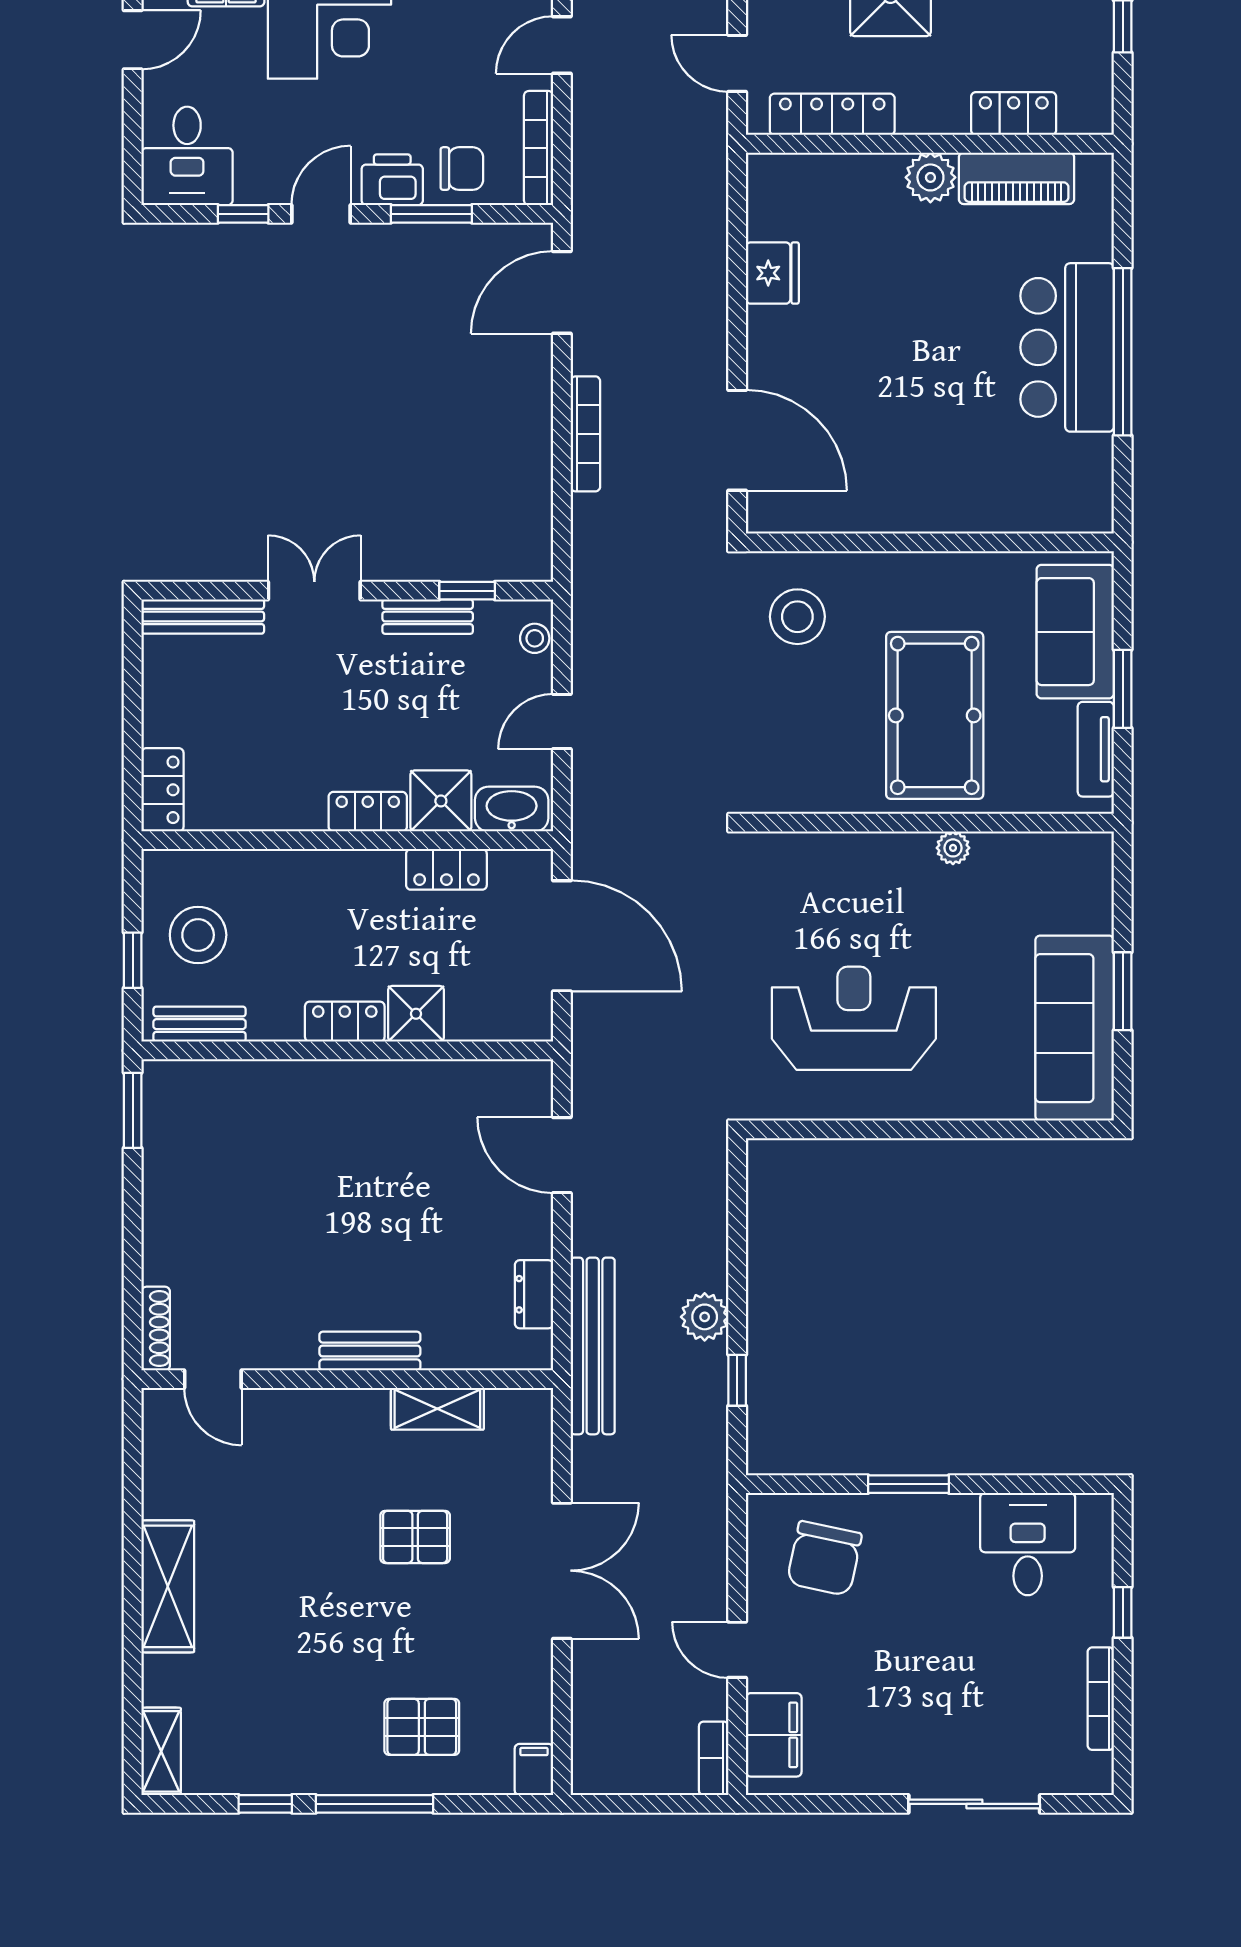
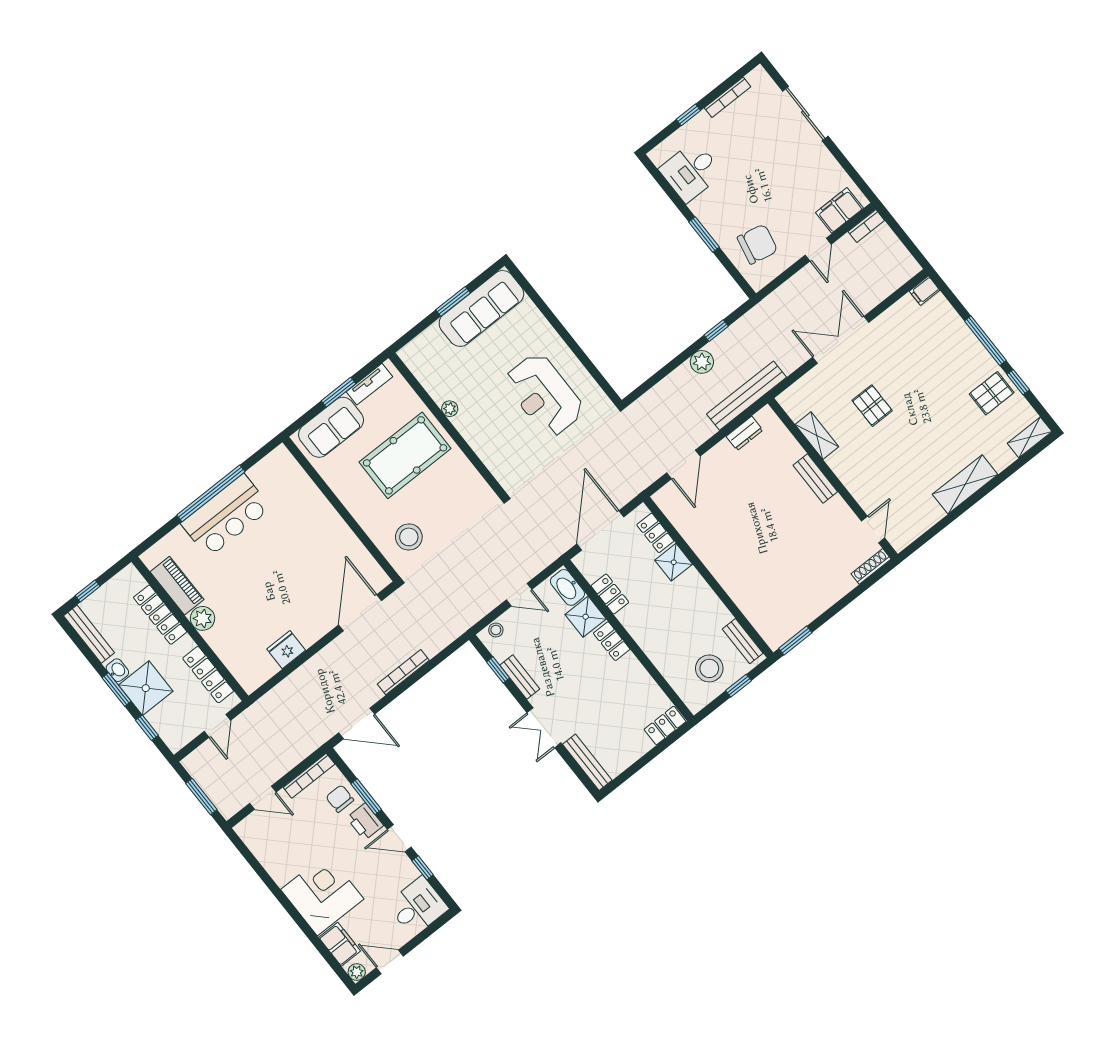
locker: (1014, 114) -> (160, 615), width x1.53
locker: (345, 1022) -> (655, 533), moved
pallet: (422, 1727) -> (992, 393), moved, turned 90

